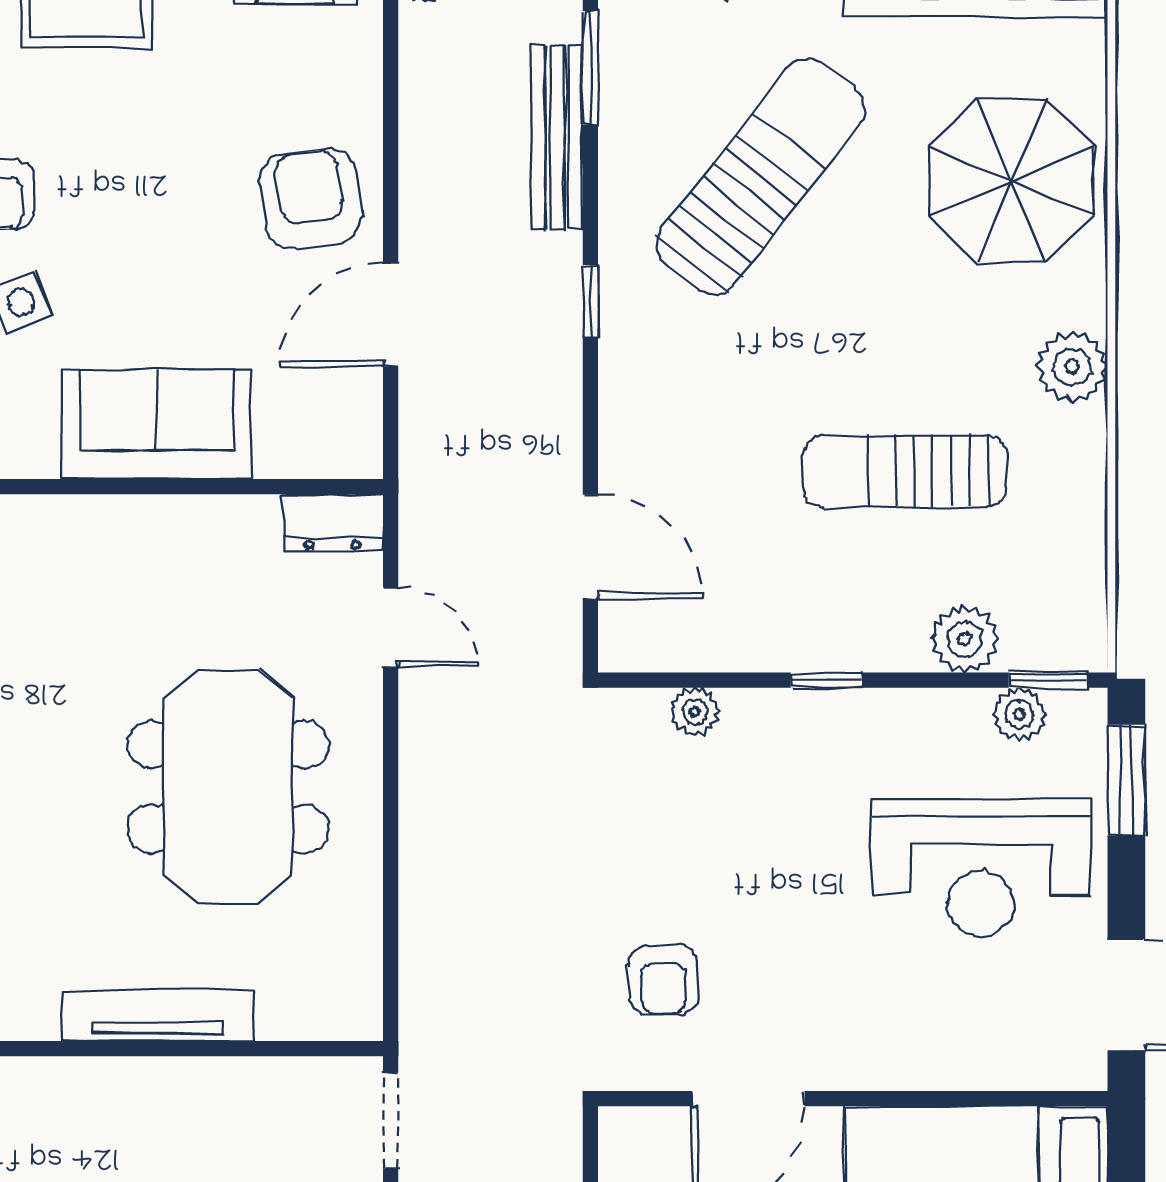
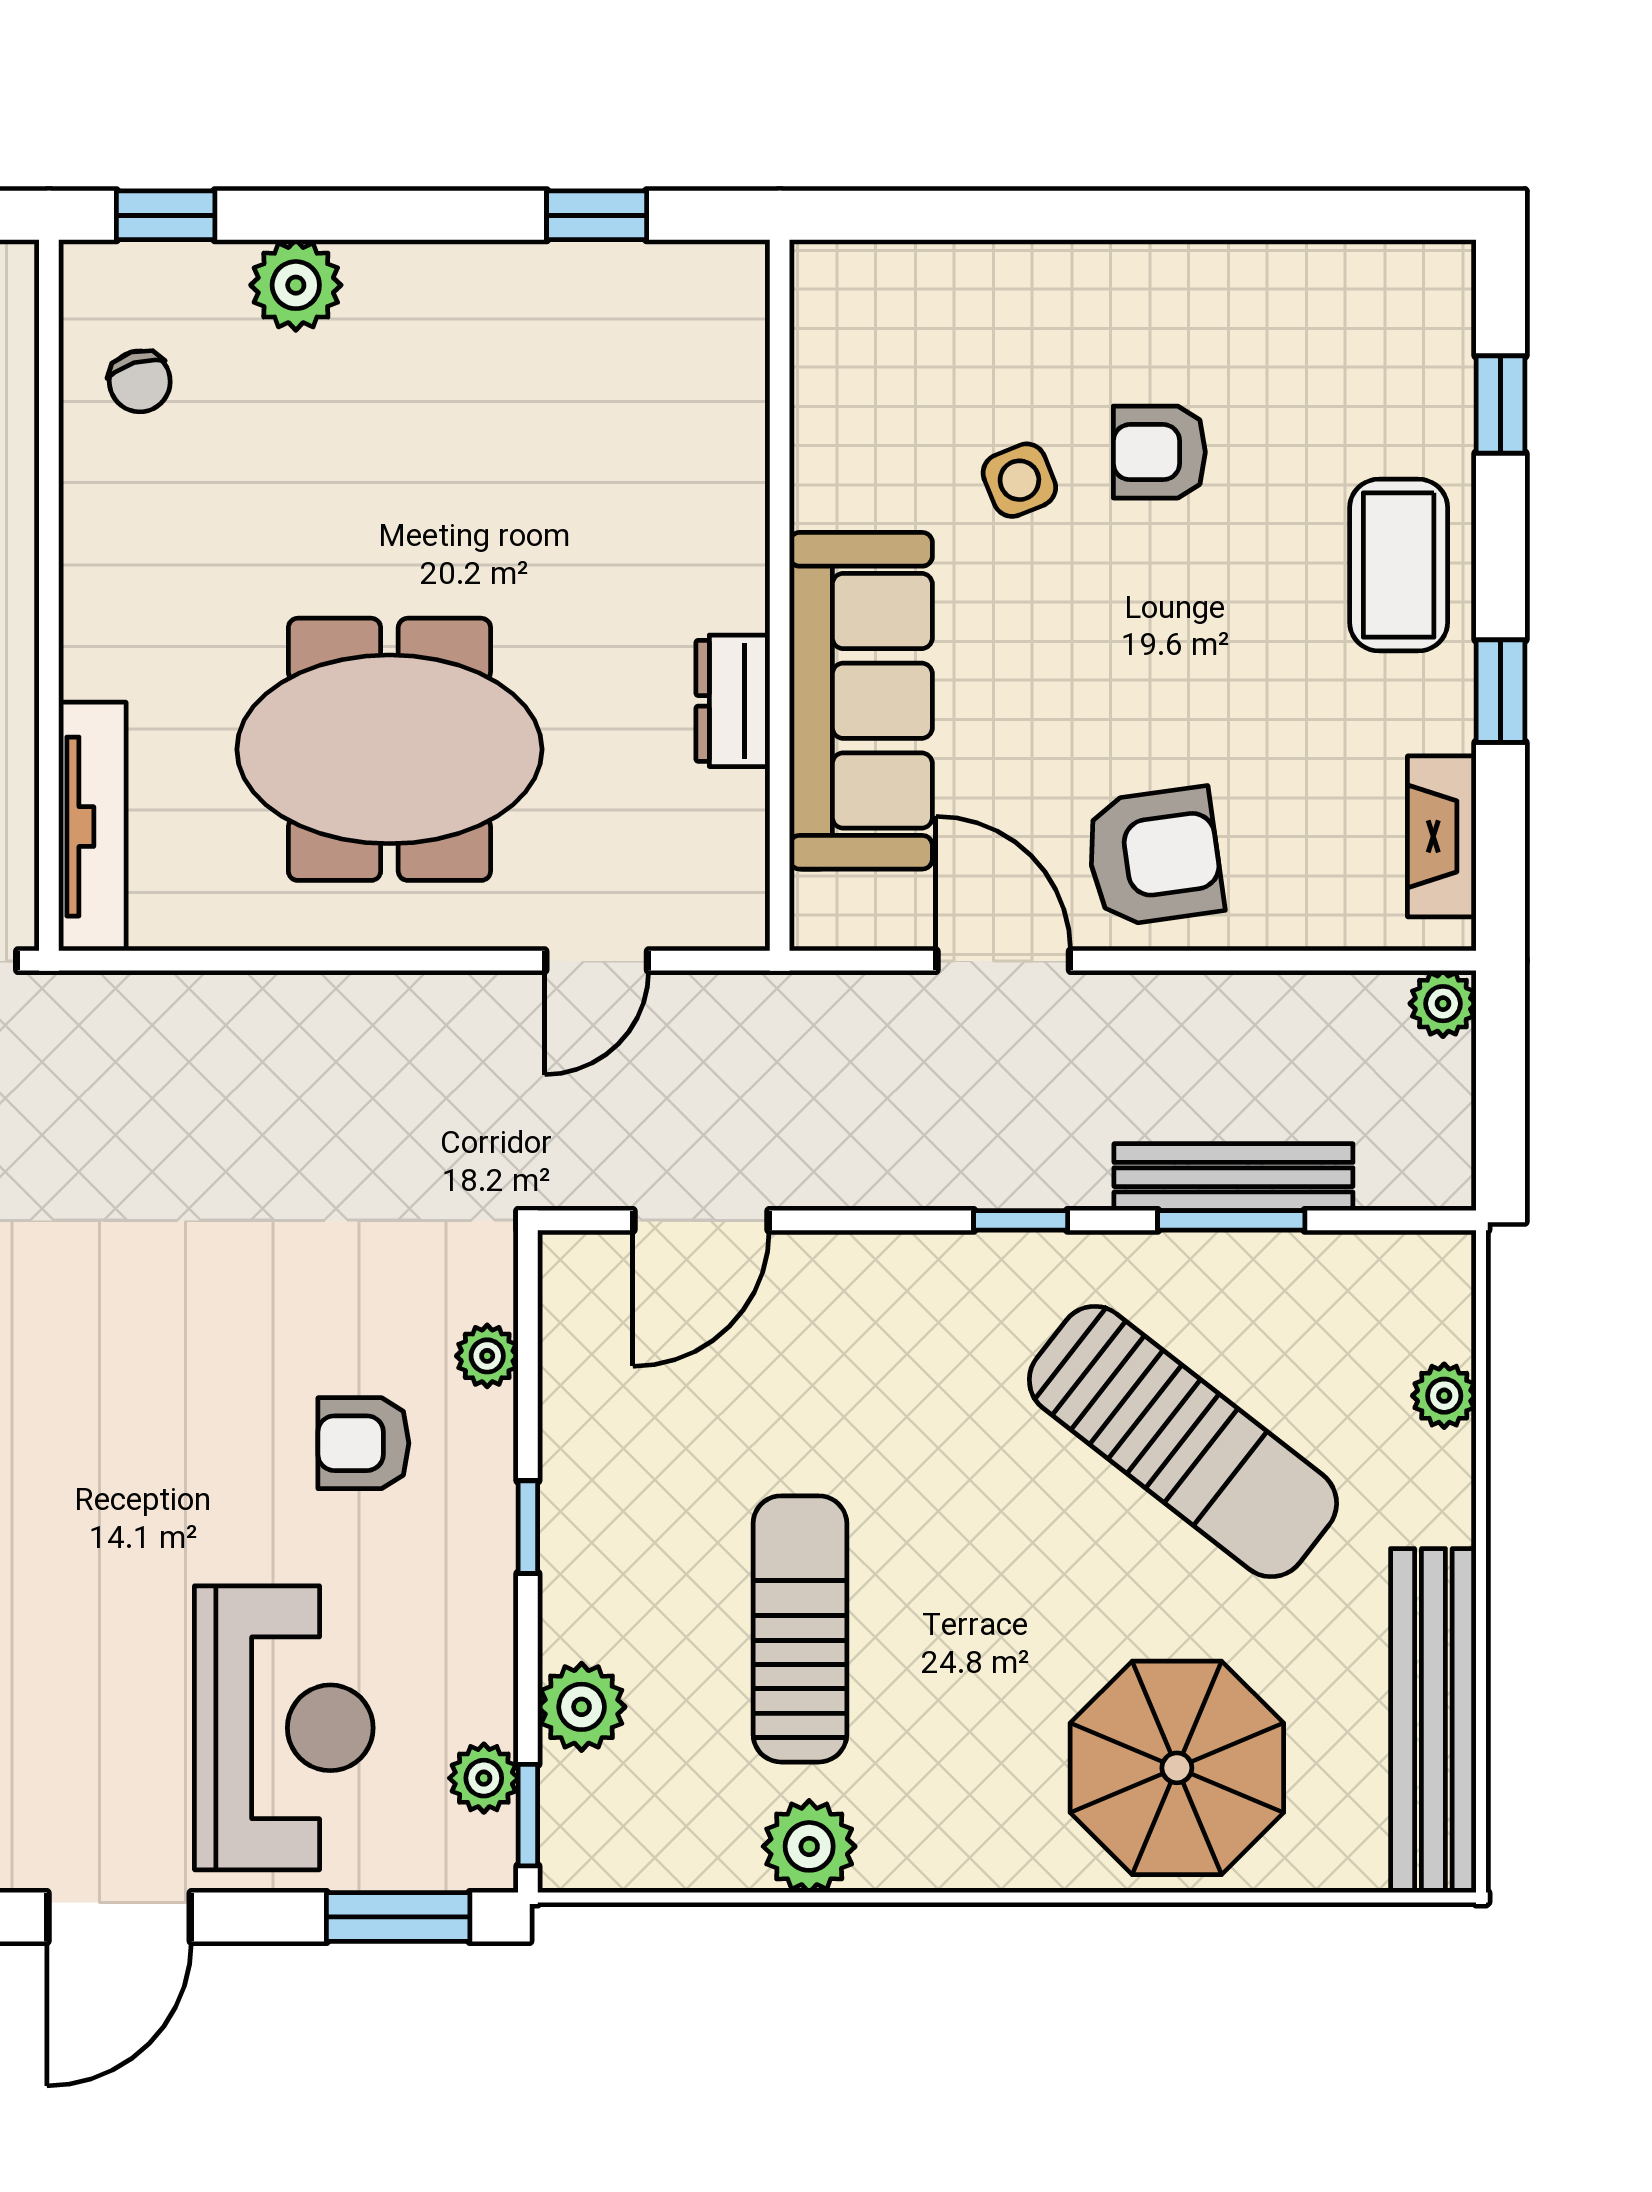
window: (590, 68) -> (1231, 1220), moved
plant: (1072, 367) -> (809, 1846), moved
sofa: (156, 424) -> (861, 701), width x1.36
dresser: (333, 523) -> (733, 701), moved
reception desk: (981, 868) -> (284, 1728), turned 180
armchair: (664, 980) -> (363, 1443), moved
tv unit: (158, 1015) -> (92, 827), moved

